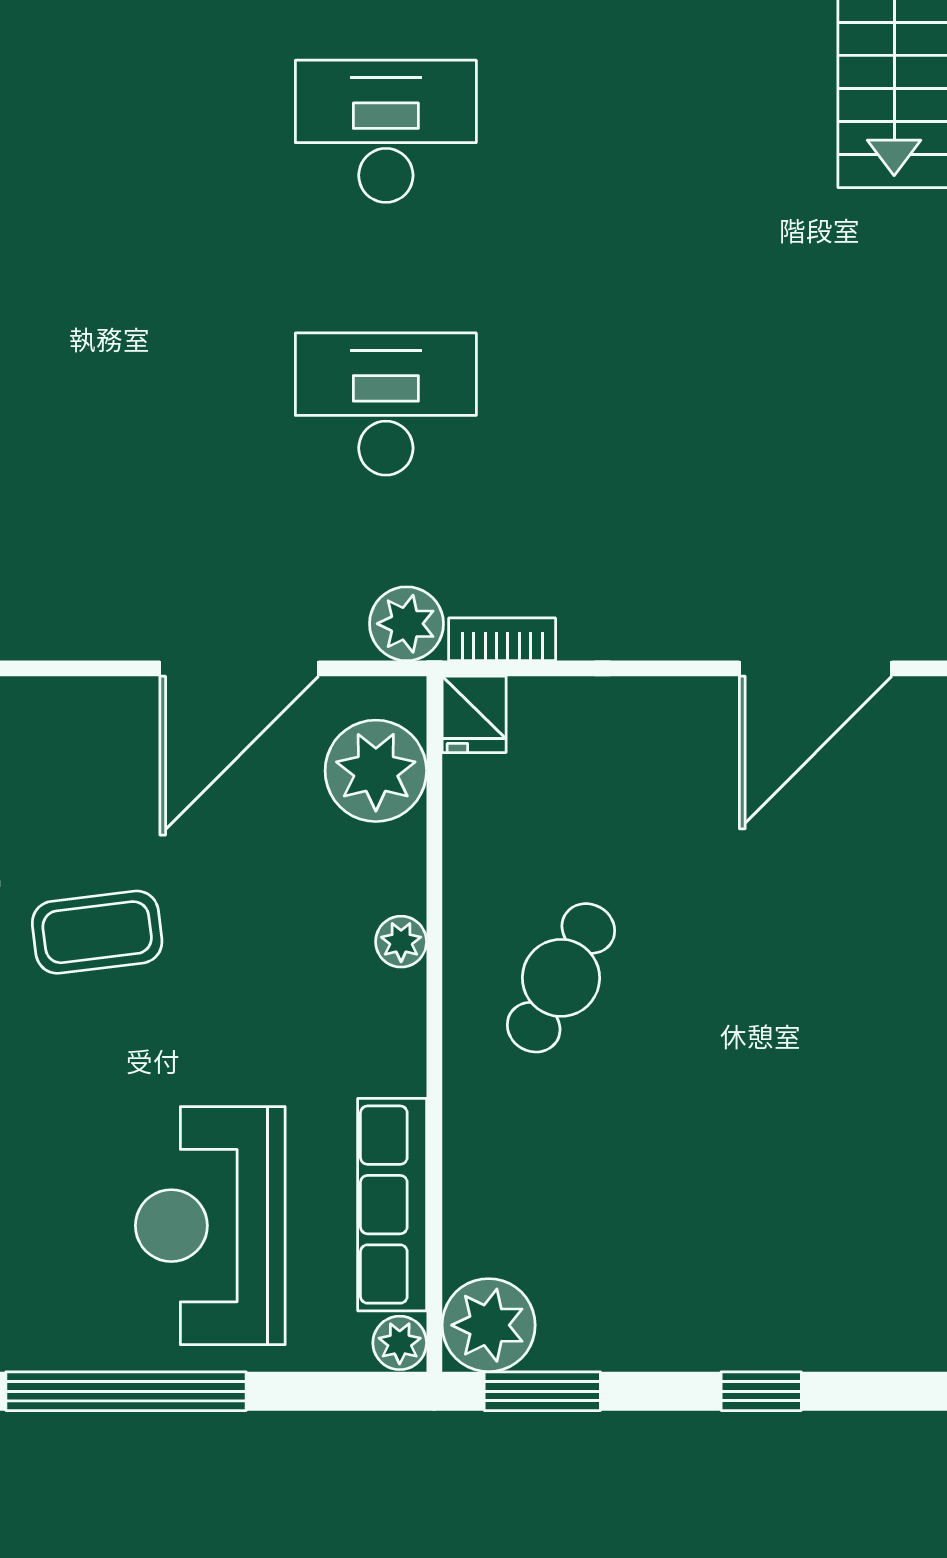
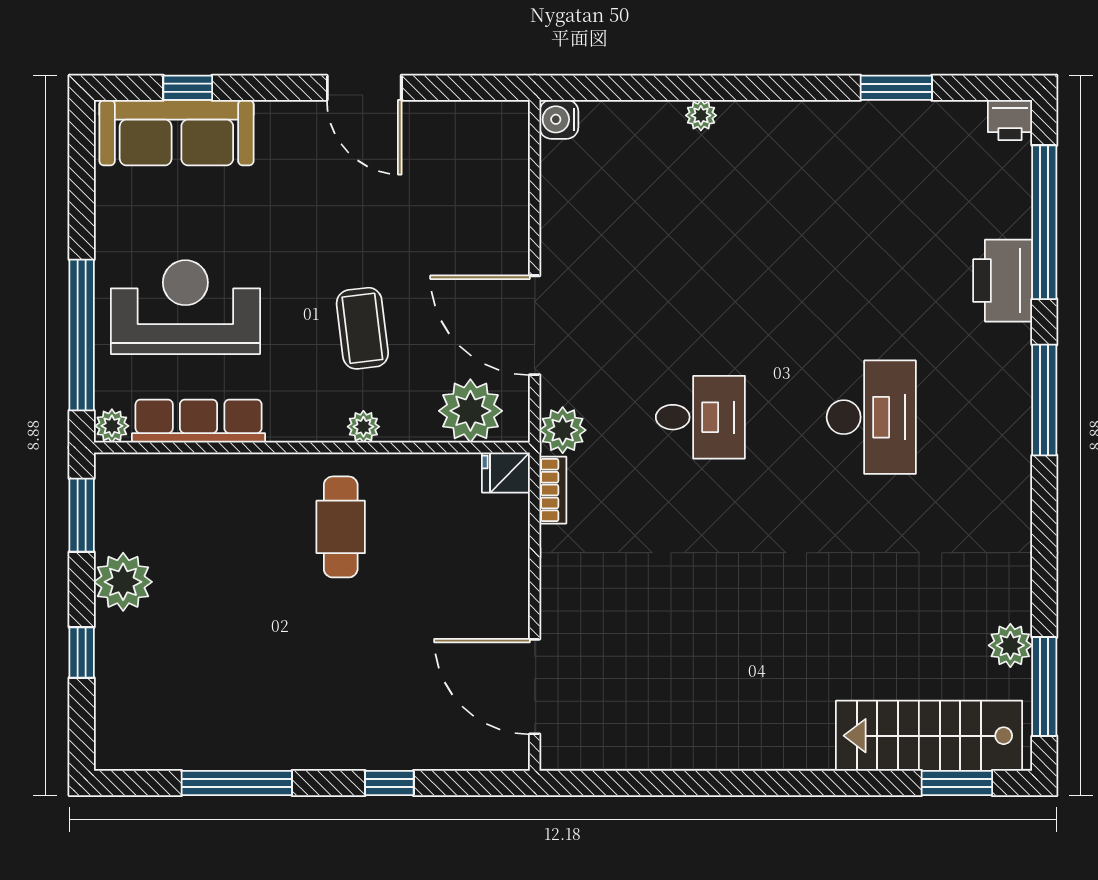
desk: (386, 404) -> (700, 417), width x0.73
coffee table: (97, 932) -> (362, 328), moved
cafe table: (561, 978) -> (341, 527), turned 61
plant: (489, 1325) -> (123, 582), moved
window: (126, 1391) -> (82, 335), moved

